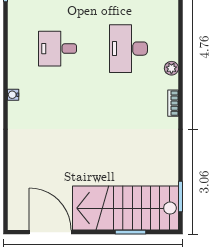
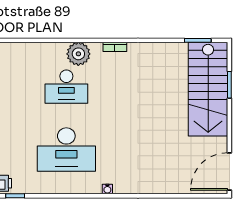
desk: (58, 49) -> (66, 149), width x1.87, depth x1.30
plant: (171, 68) -> (78, 54), width x1.87, depth x1.87
door: (50, 232) -> (229, 171), moved

